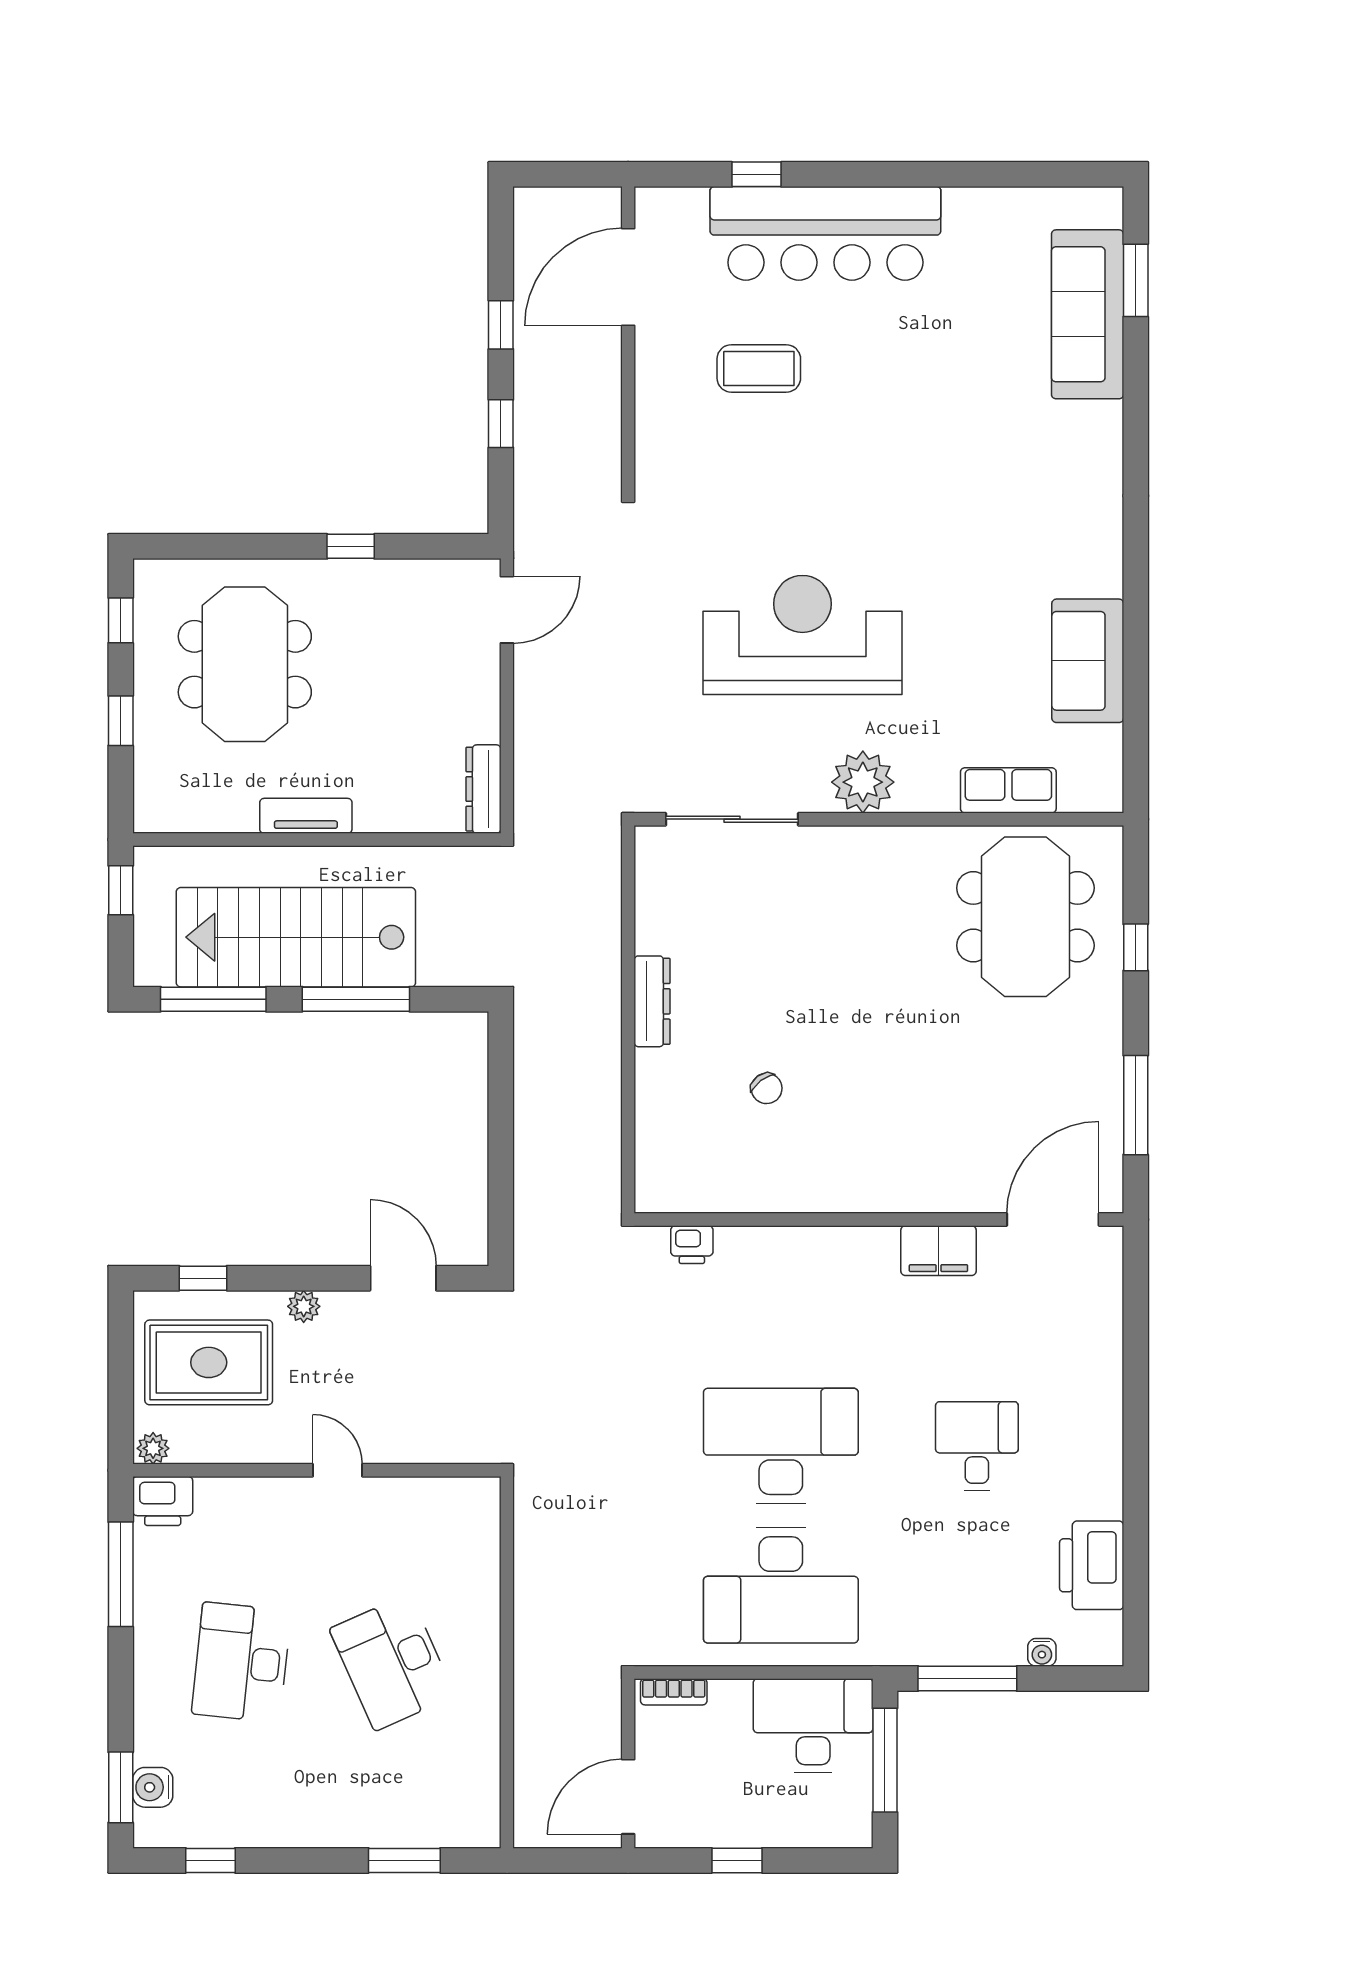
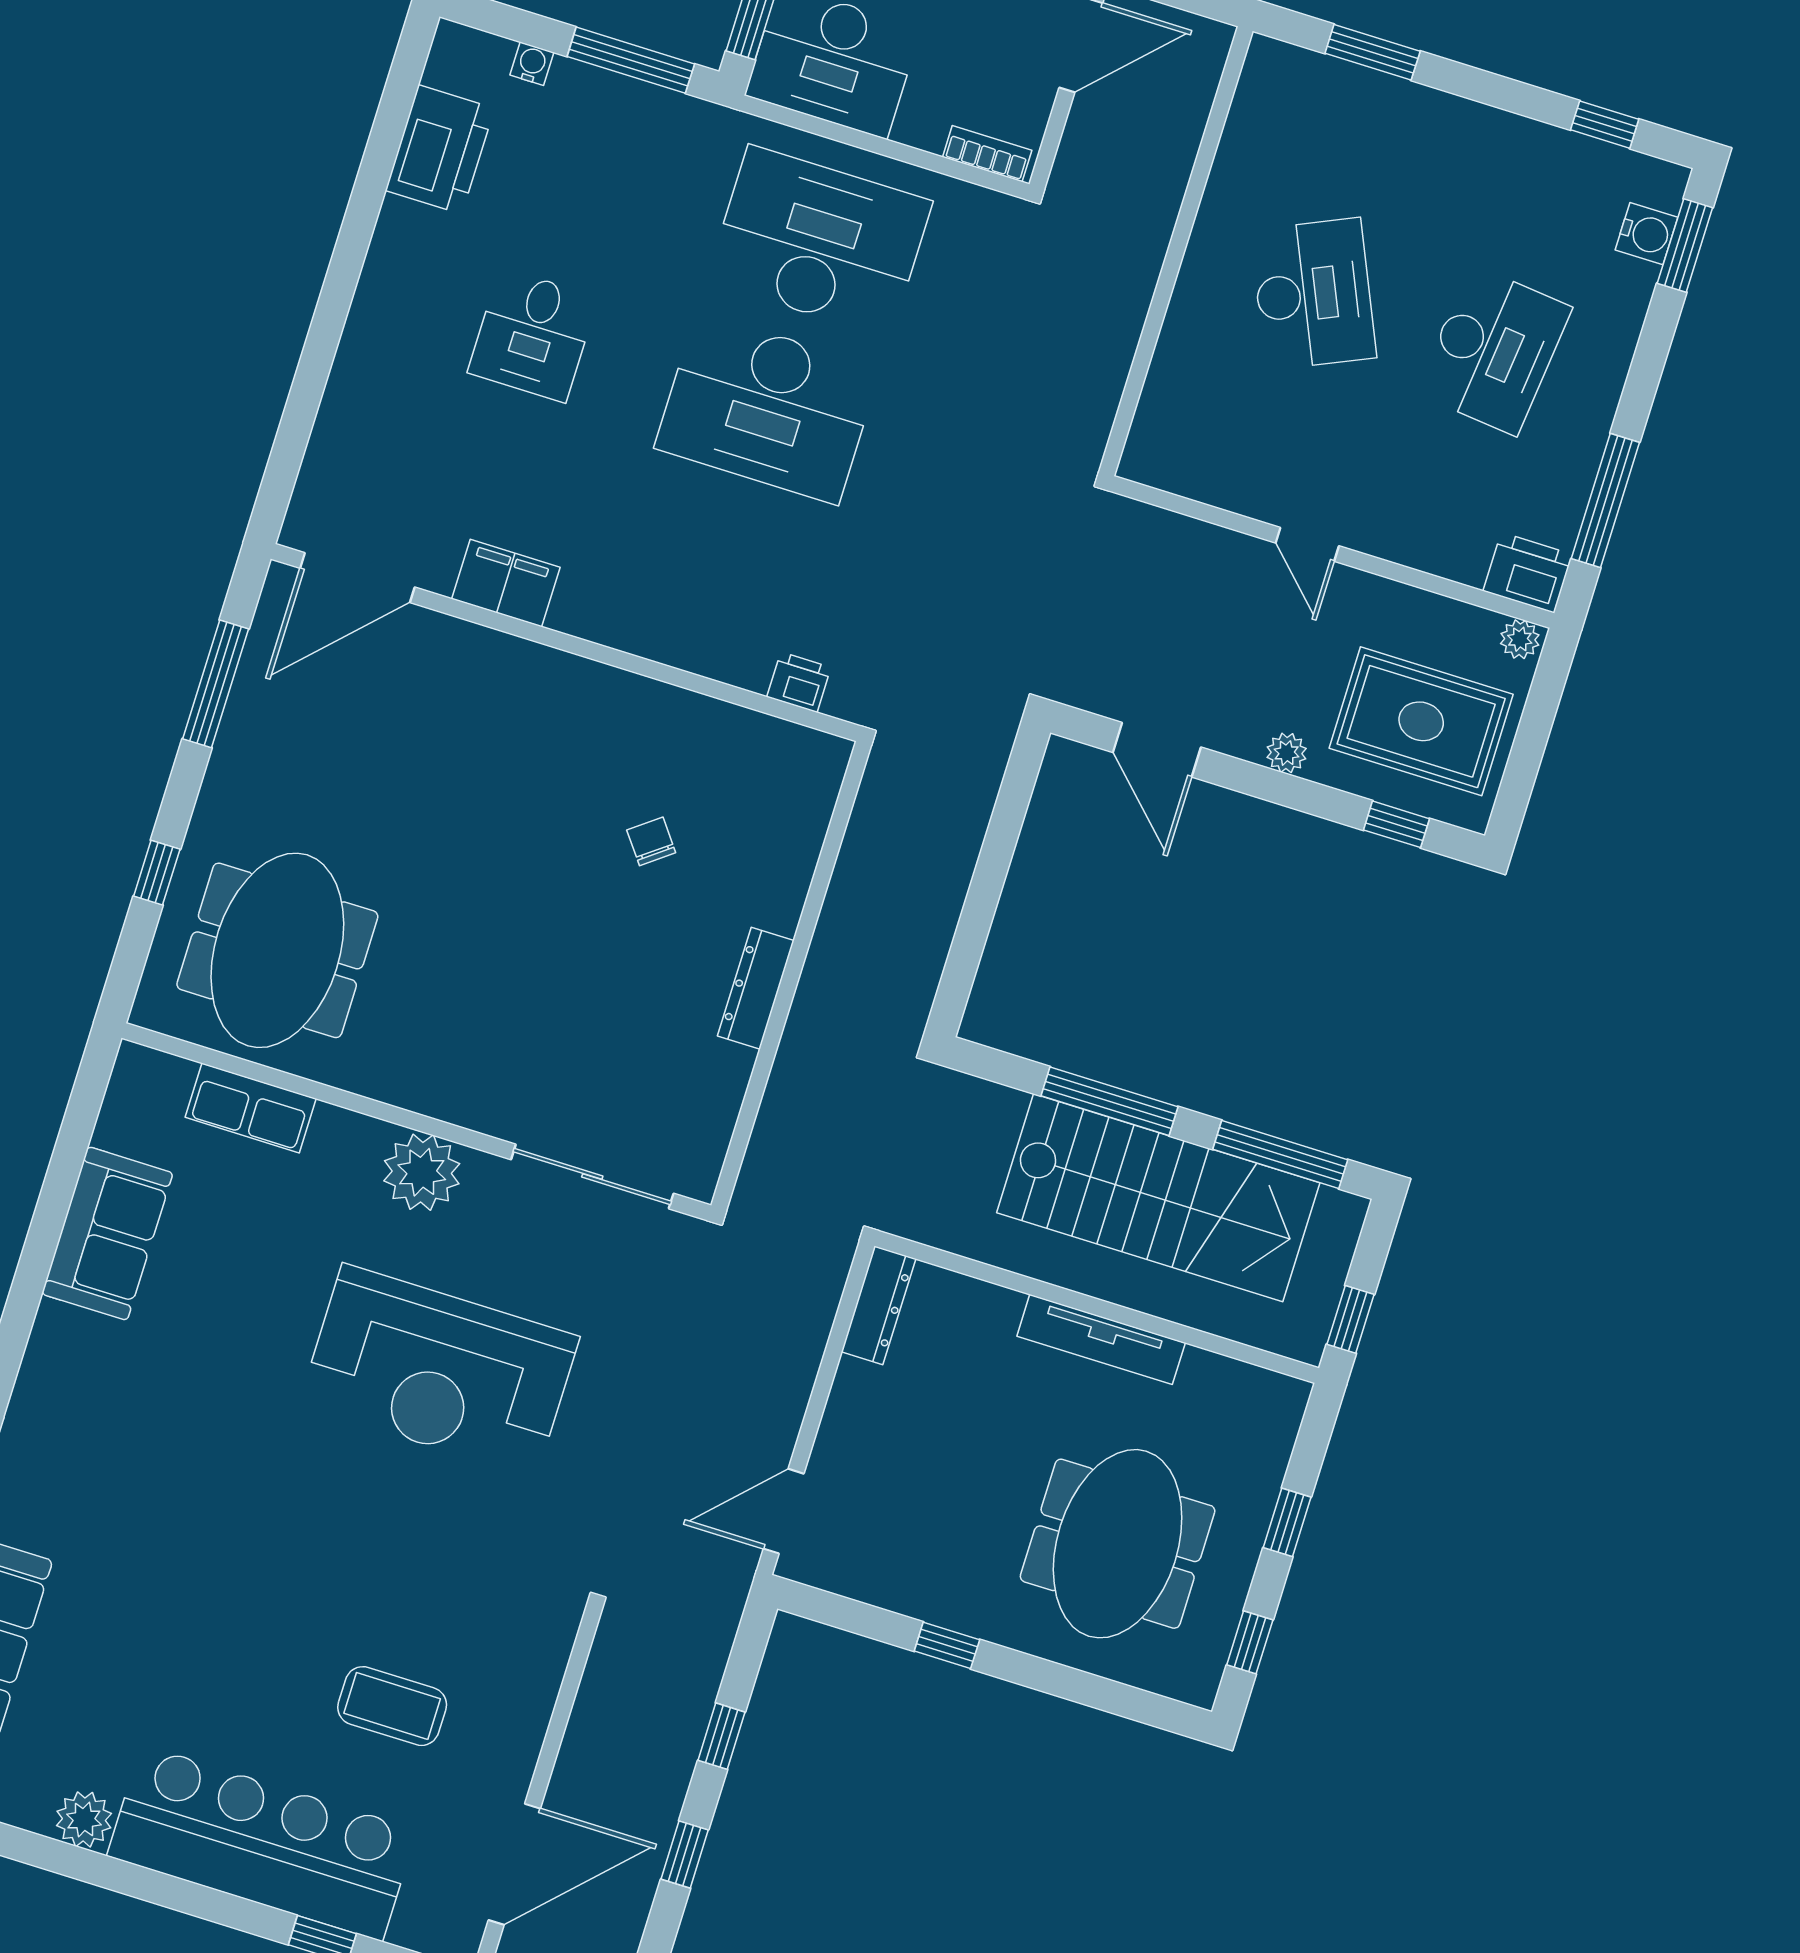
plant: (967, 209) -> (84, 1819), added
tv unit: (306, 816) -> (1101, 1339), width x1.41

